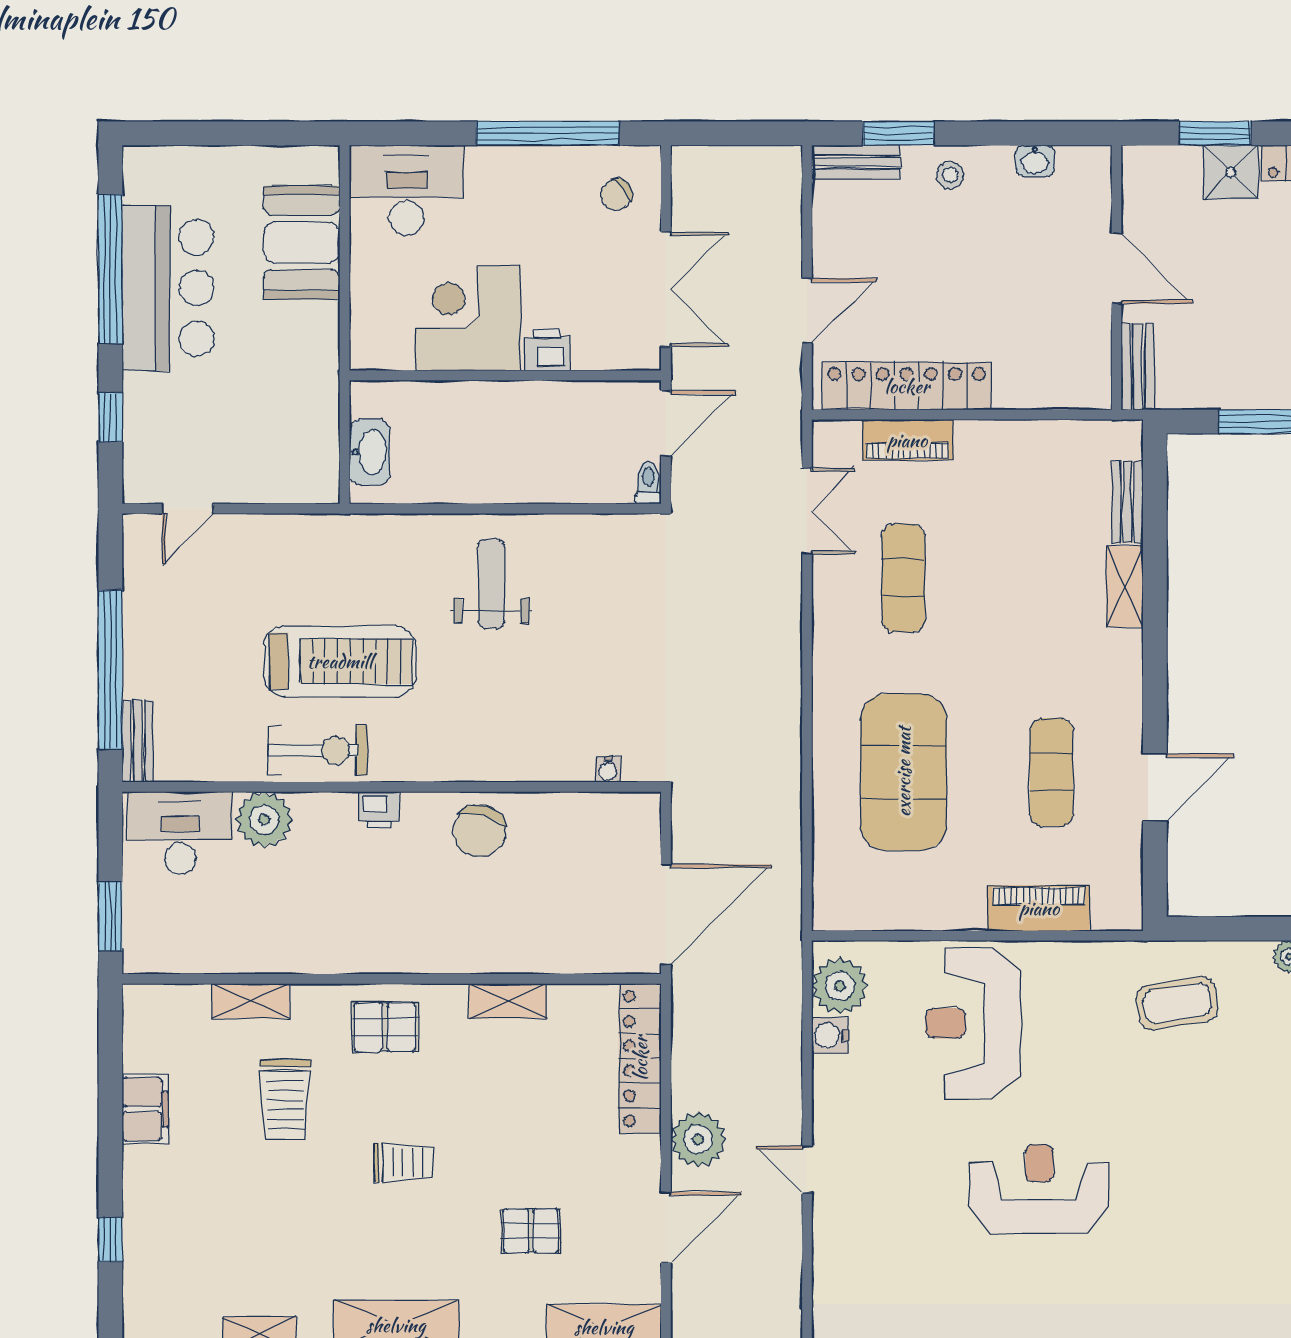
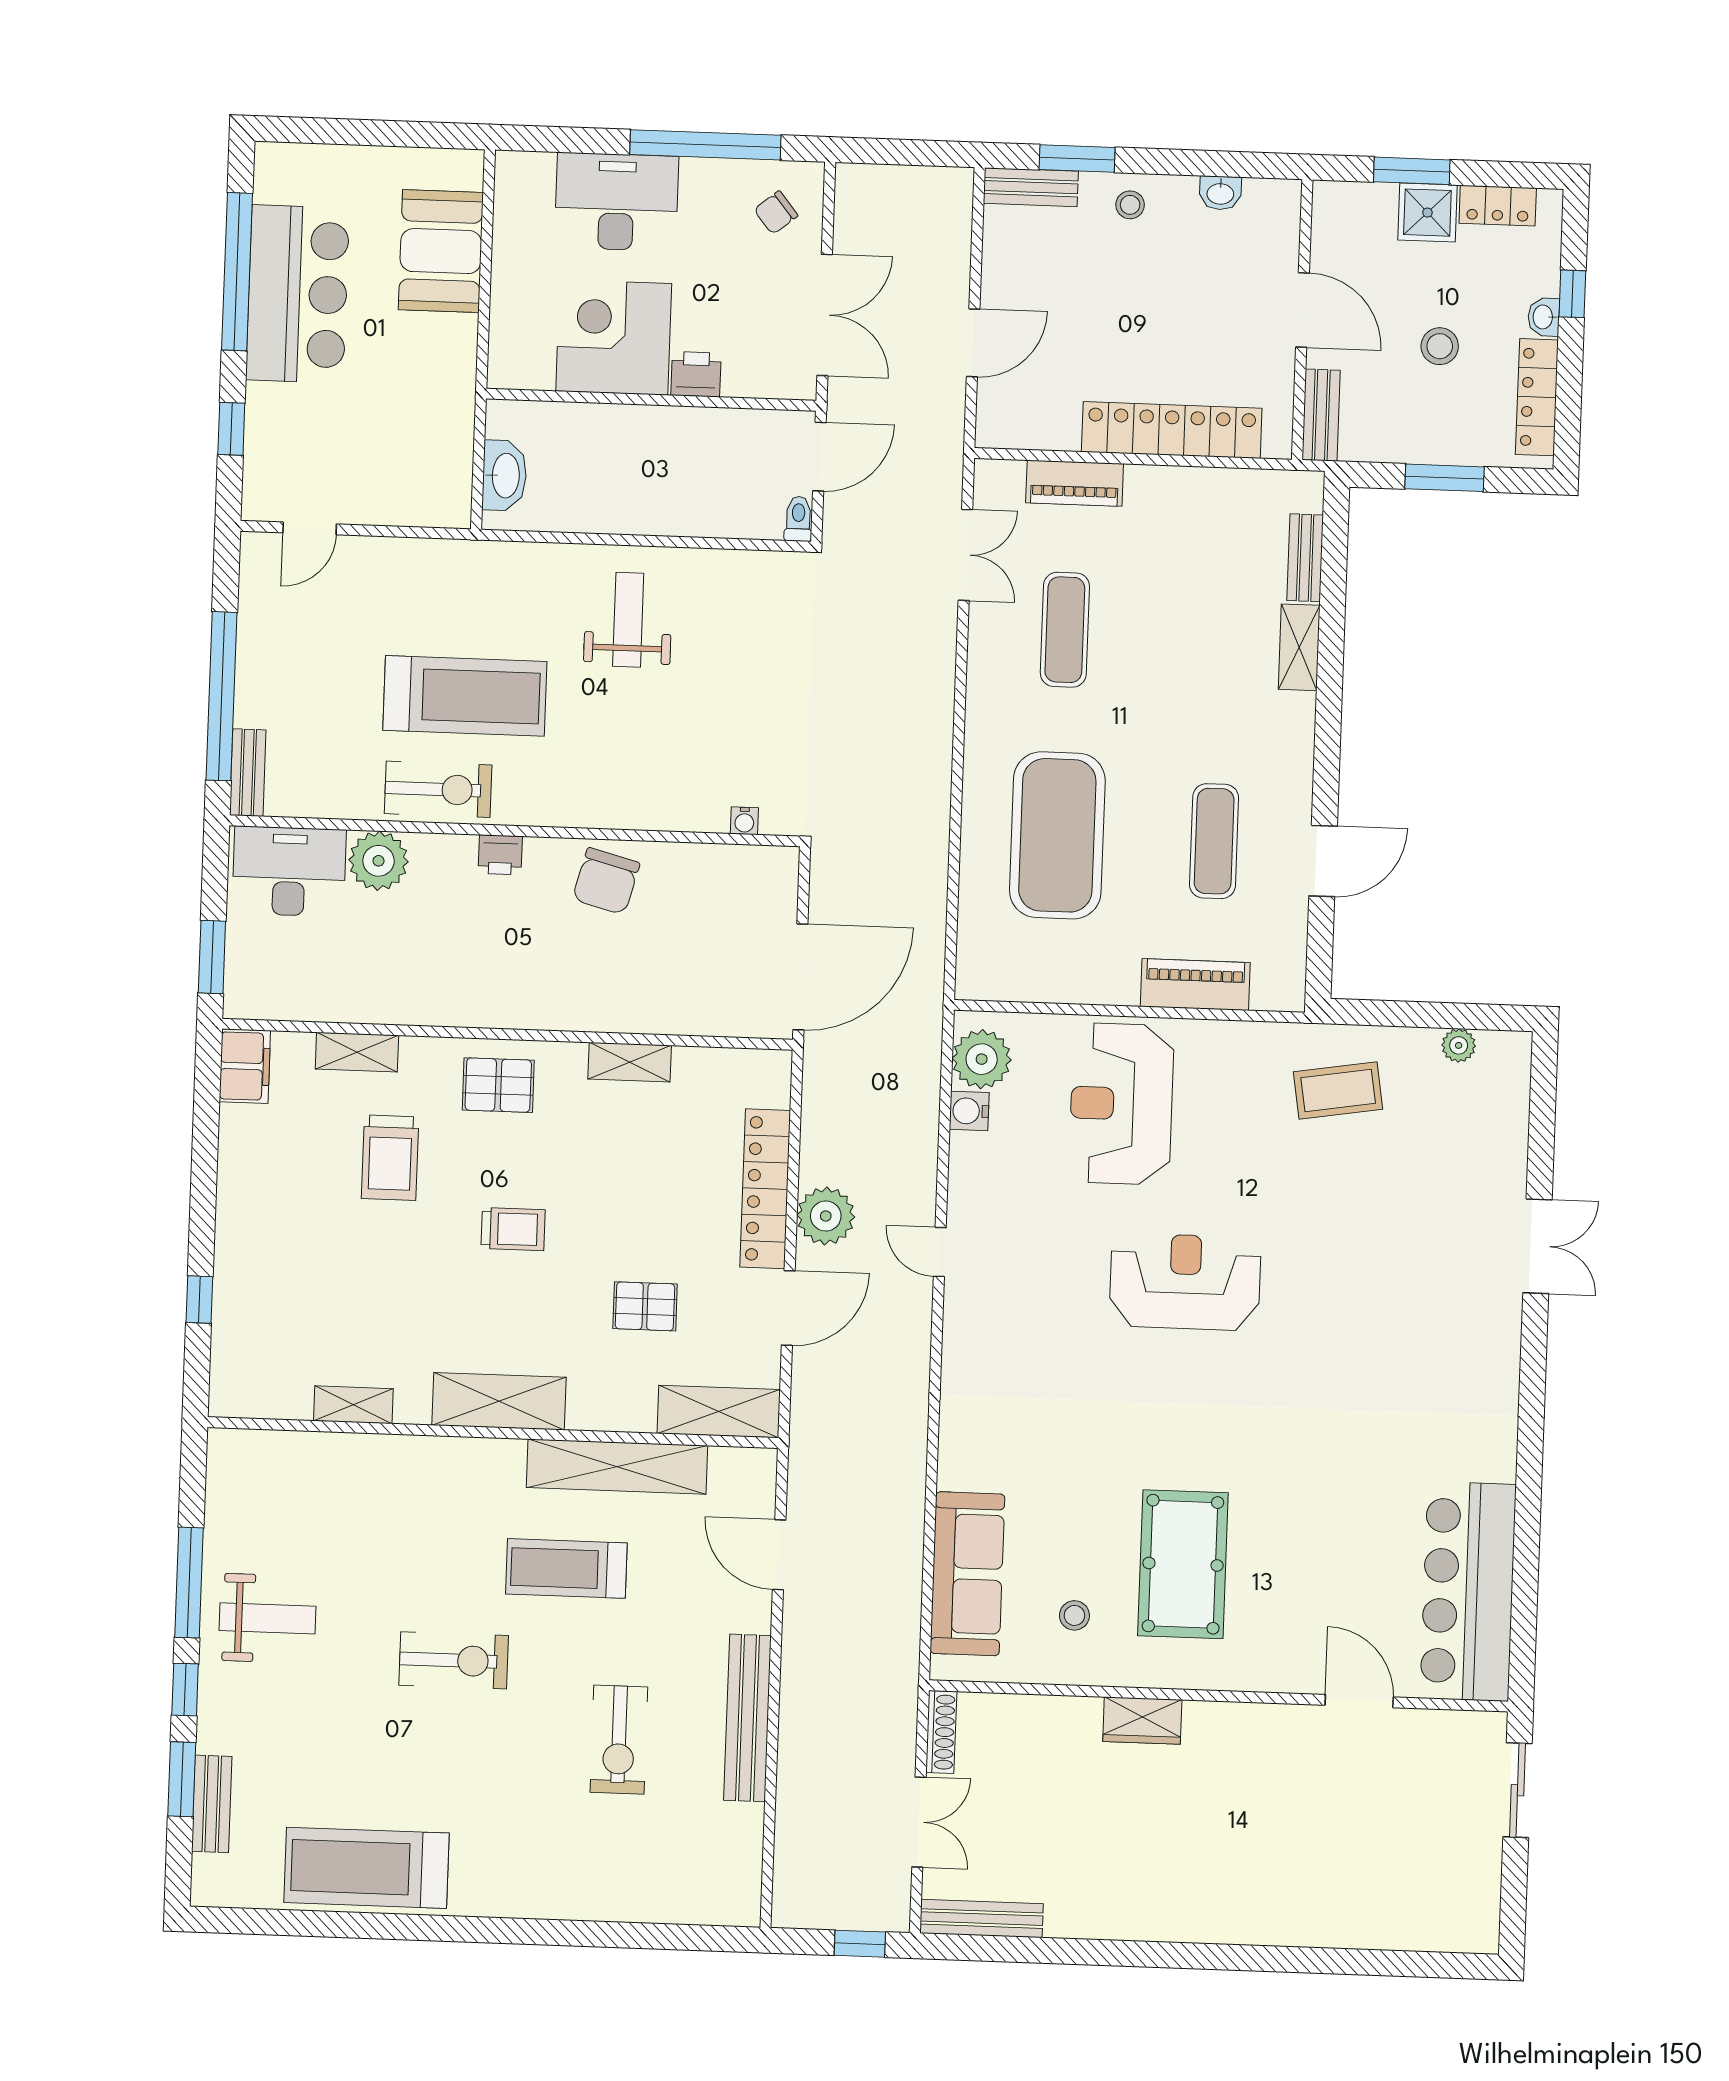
desk: (407, 190) -> (616, 202), moved
stool: (1247, 298) -> (1440, 346), added
locker: (907, 386) -> (1172, 430), moved
locker: (640, 1058) -> (765, 1189), moved
filing cabinet: (145, 1109) -> (245, 1066), moved

